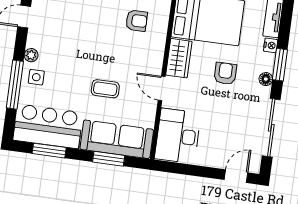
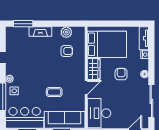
window: (280, 65) -> (151, 65), removed
door: (162, 88) -> (86, 87), swing flipped

